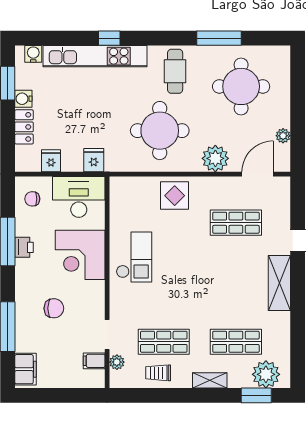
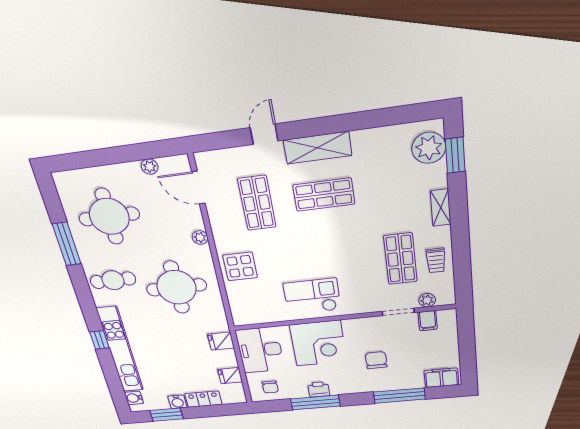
plant: (215, 158) -> (200, 237), width x0.53, depth x0.53
shop shelf: (236, 342) -> (324, 195), moved, turned 90

